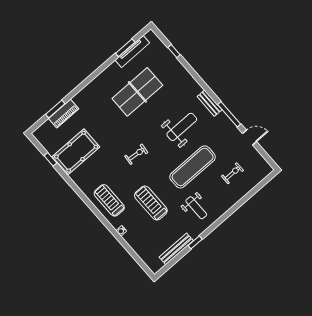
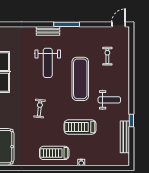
weight bench: (182, 127) -> (48, 63), turned 180
door: (249, 137) -> (119, 24), moved

